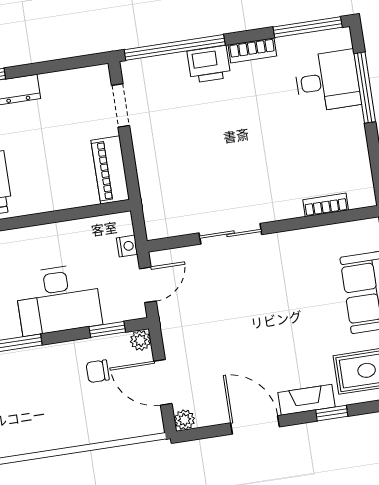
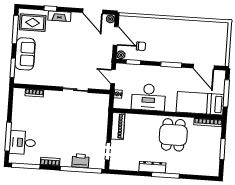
printer: (209, 64) -> (80, 161), moved
door: (148, 285) -> (113, 77), hinge flipped
desk: (58, 299) -> (148, 97), moved, turned 180
door: (255, 425) -> (93, 11), moved

